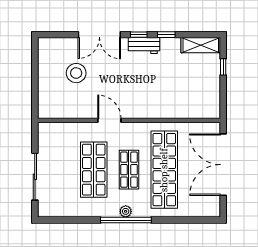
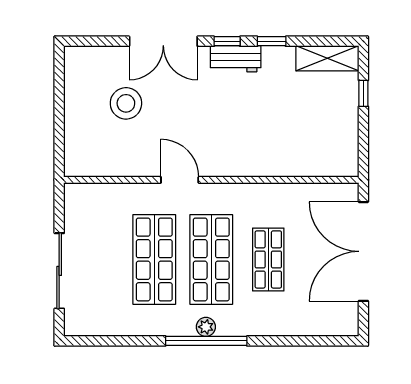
shop shelf: (129, 170) -> (211, 259), width x1.43, depth x1.36
shop shelf: (164, 170) -> (268, 259), width x0.50, depth x0.74

